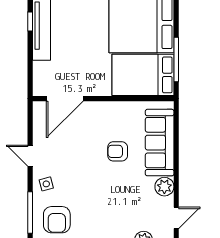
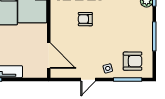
armchair: (118, 151) -> (85, 19), turned 90

